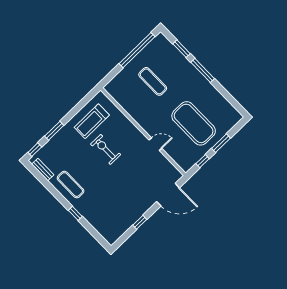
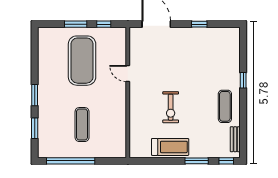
window: (203, 70) -> (35, 95), width x0.69
treadmill: (92, 121) -> (170, 147), moved

